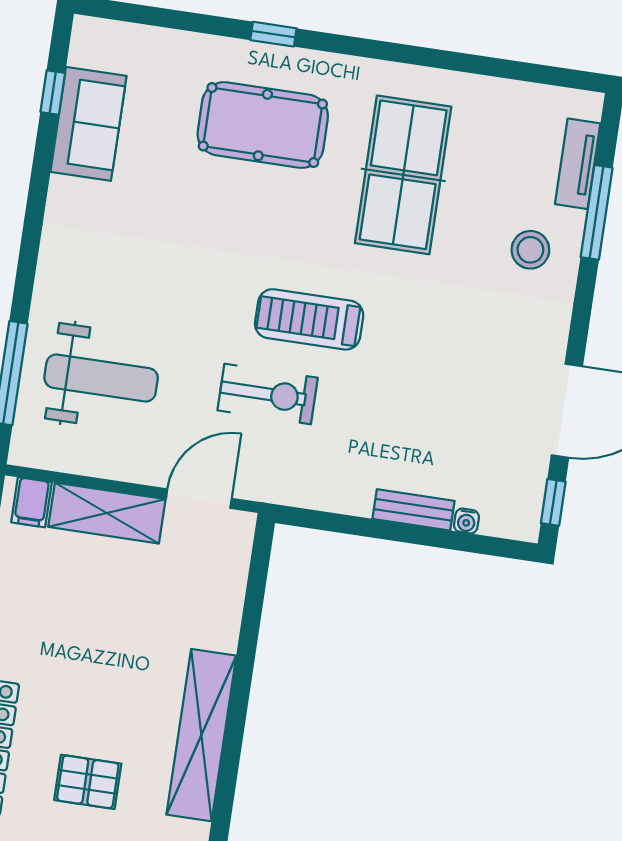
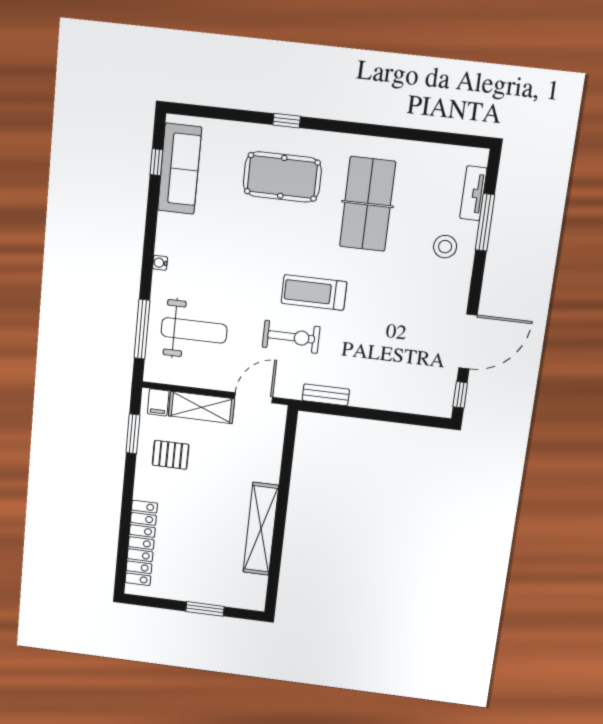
sofa: (88, 124) -> (180, 169), width x1.36
bench: (413, 510) -> (326, 395), moved
water cooler: (466, 521) -> (160, 263), moved, turned 90
pallet: (88, 782) -> (171, 455), moved

